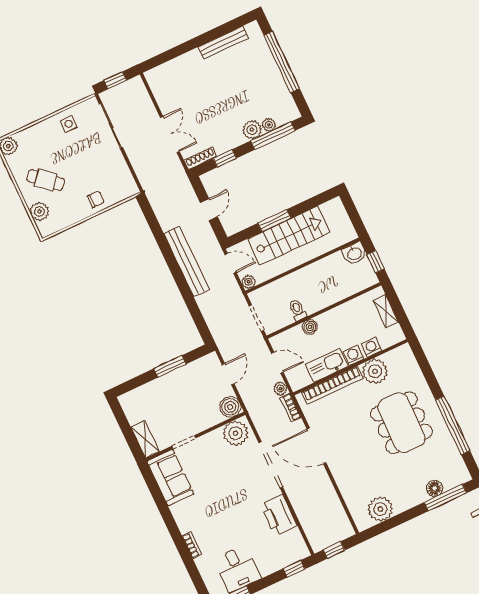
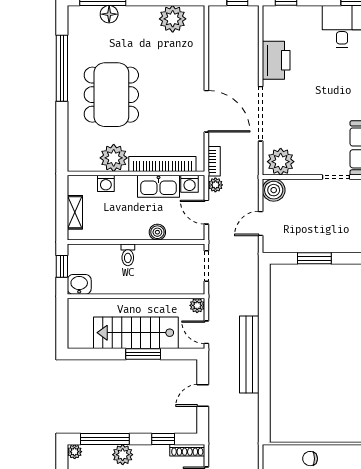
plant: (269, 125) -> (75, 452), moved
toilet: (297, 310) -> (128, 255), moved
washing machine: (353, 355) -> (190, 184), moved

